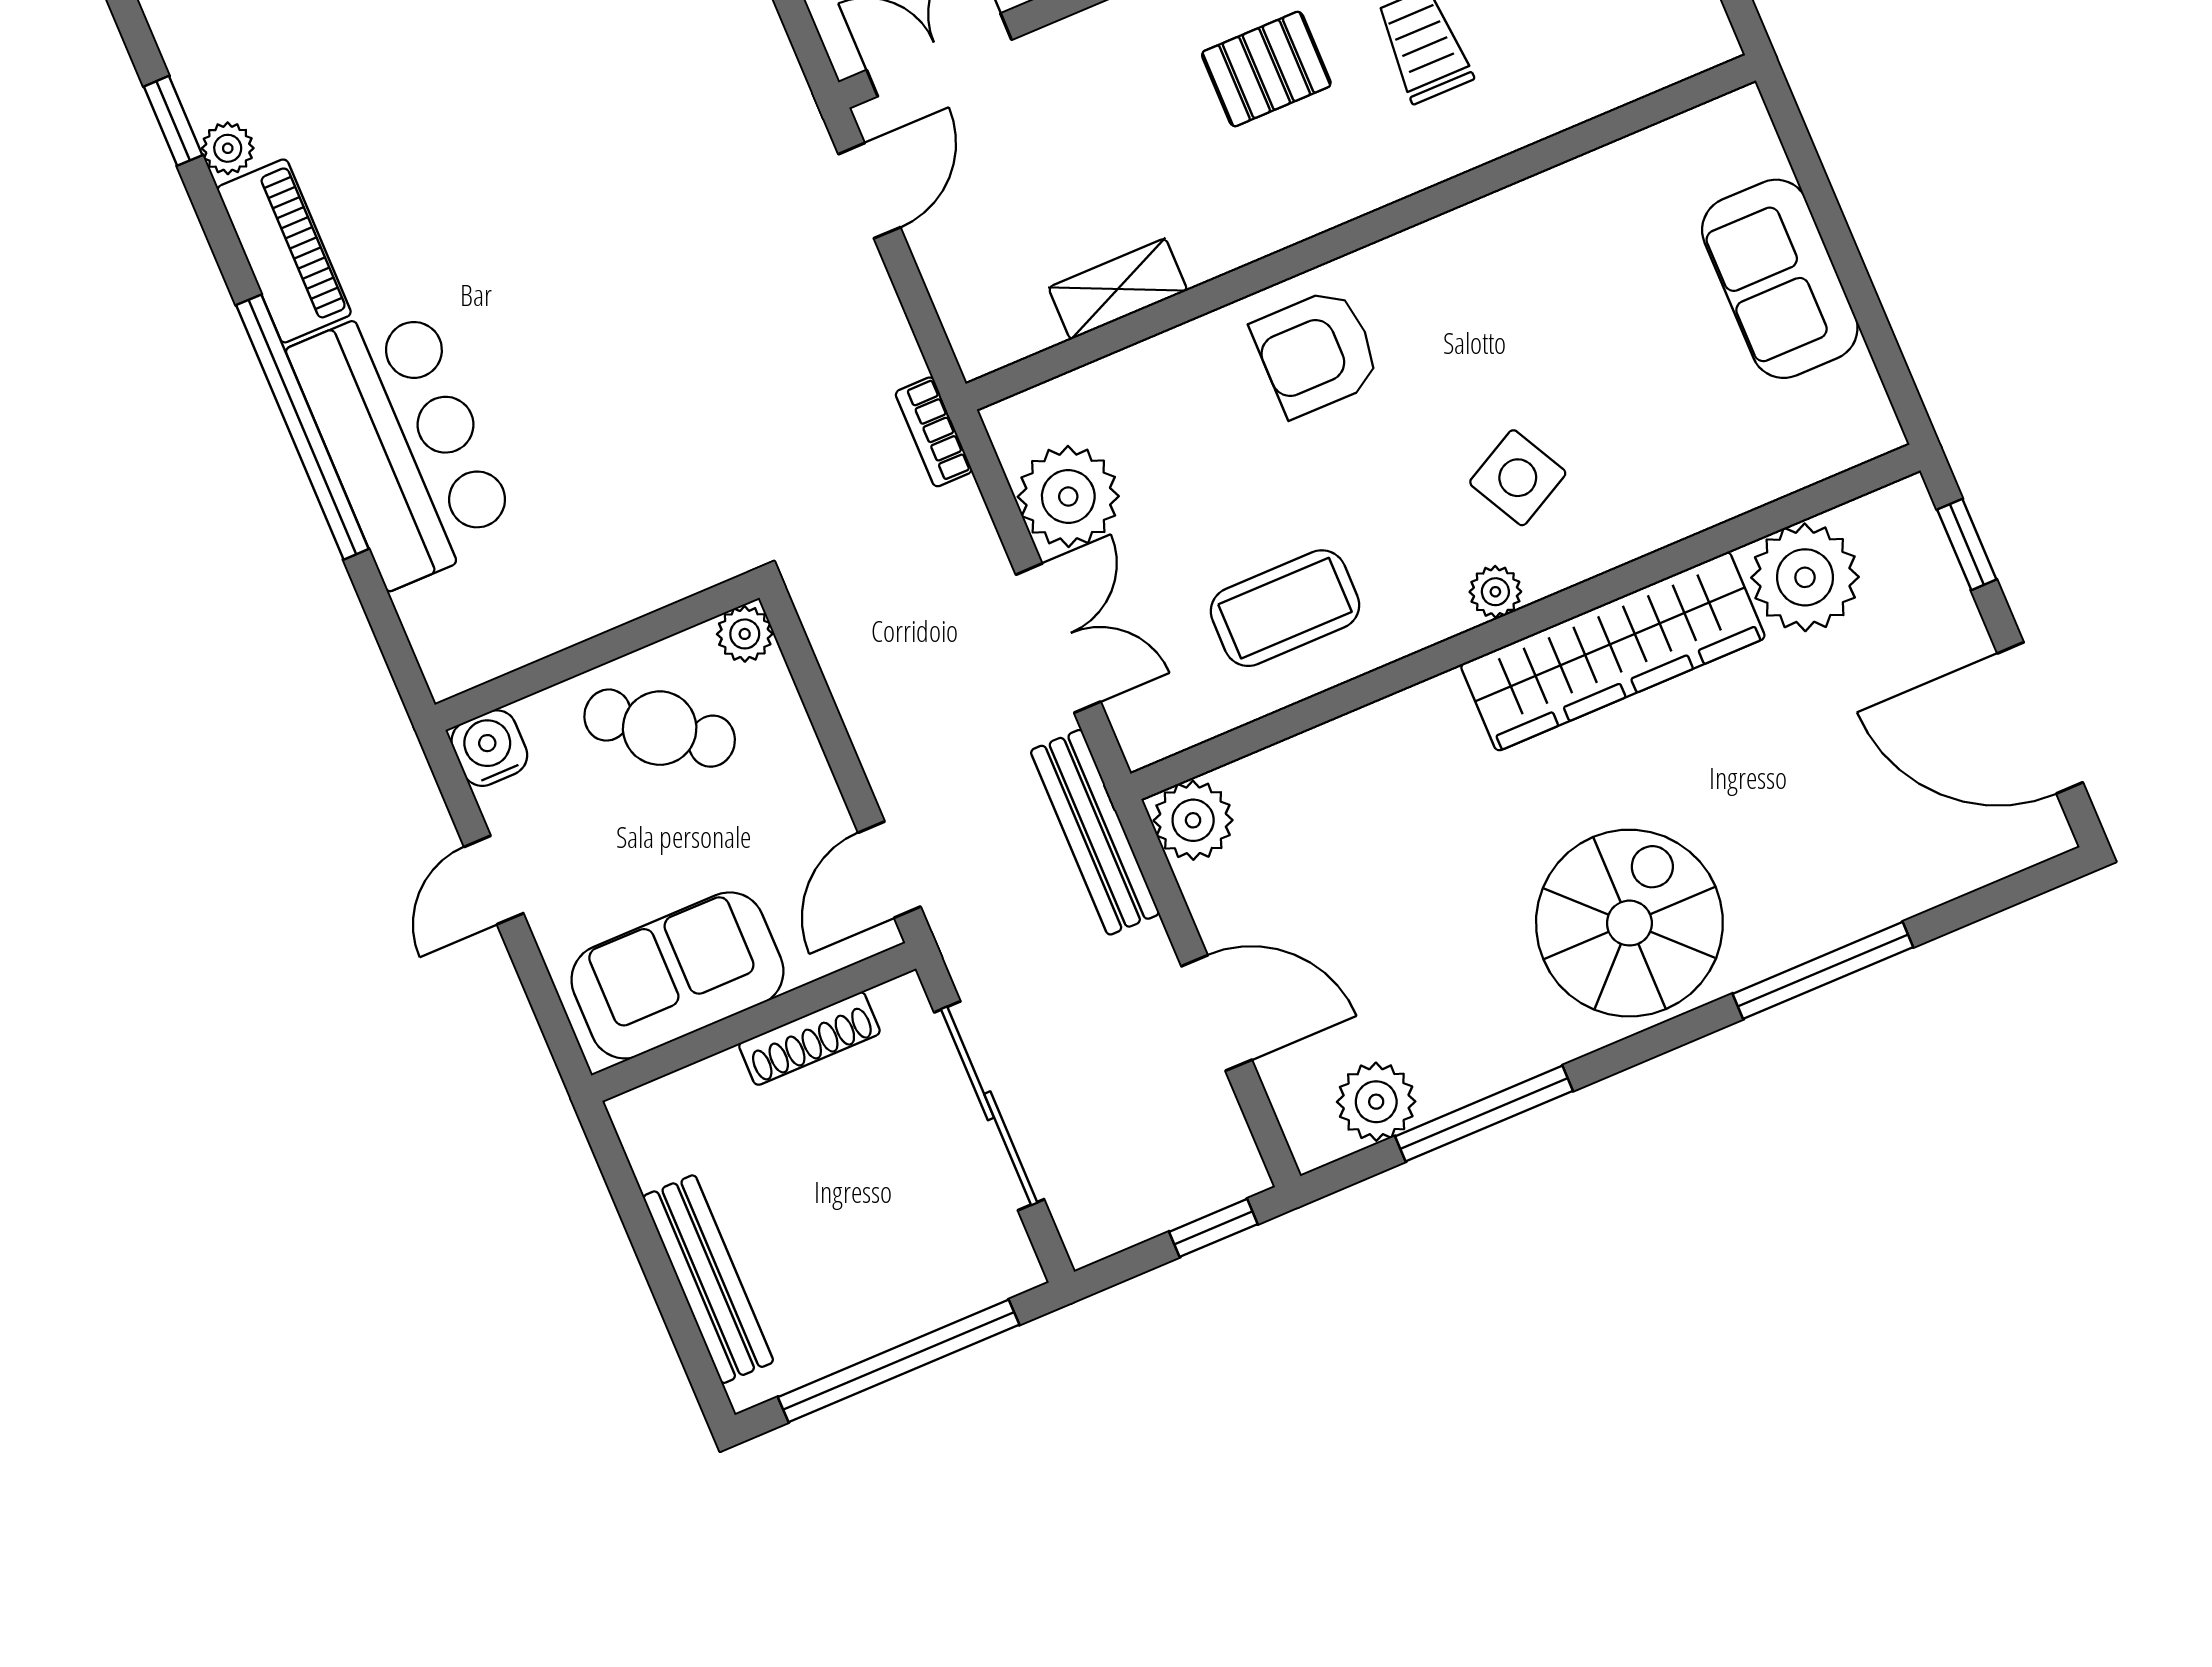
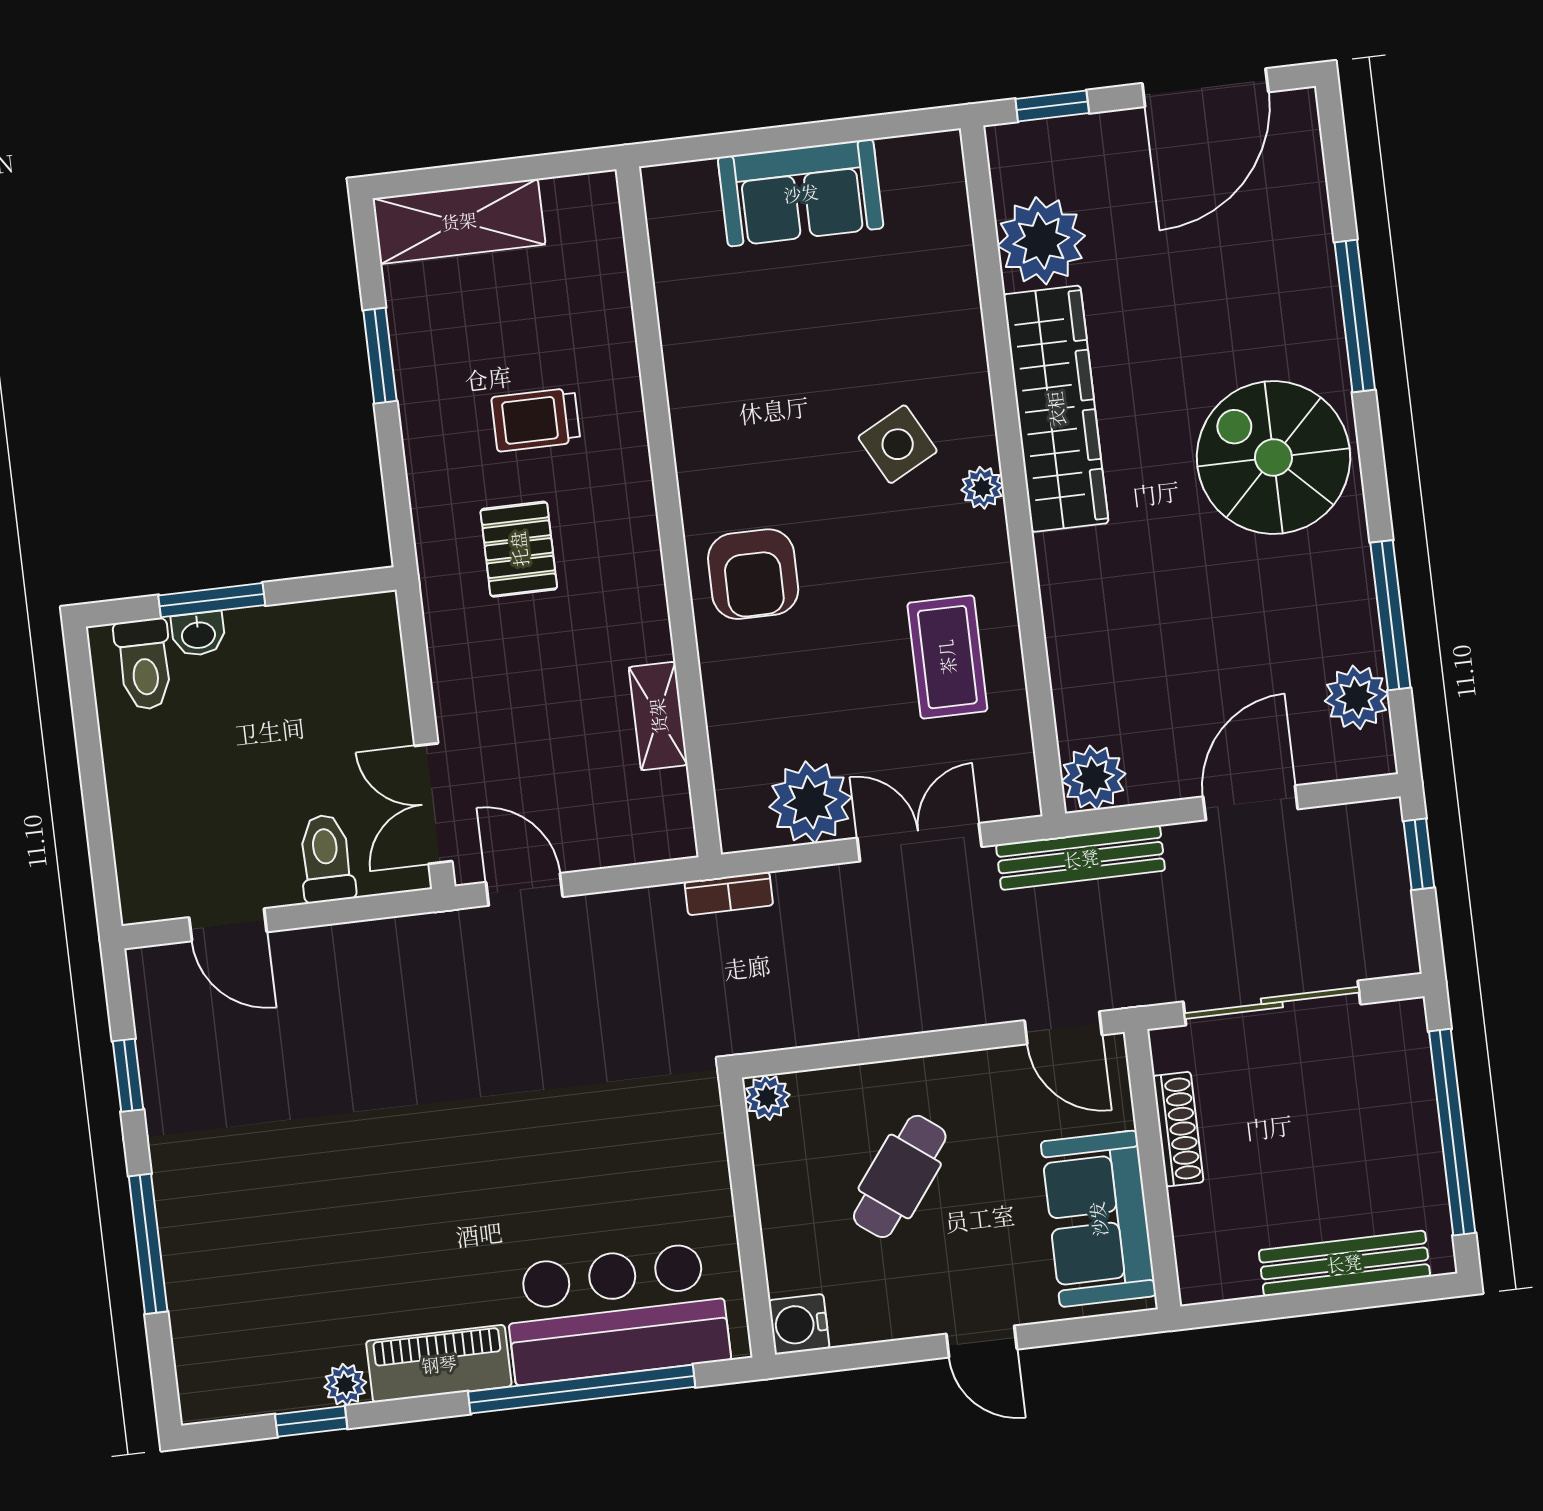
plant: (745, 634) -> (767, 1097), moved
wall: (597, 651) -> (747, 1217), moved
water cooler: (489, 748) -> (799, 1324), moved

